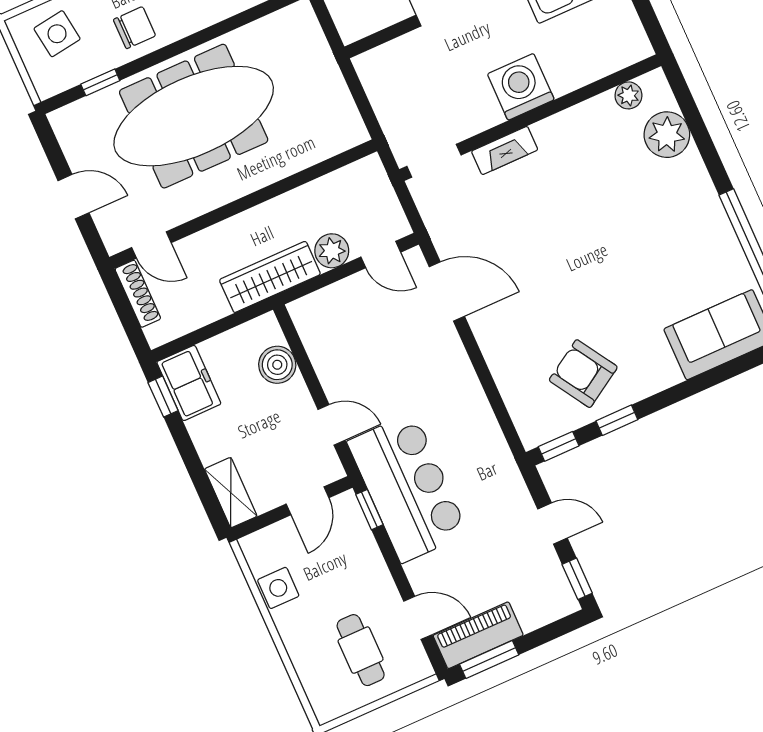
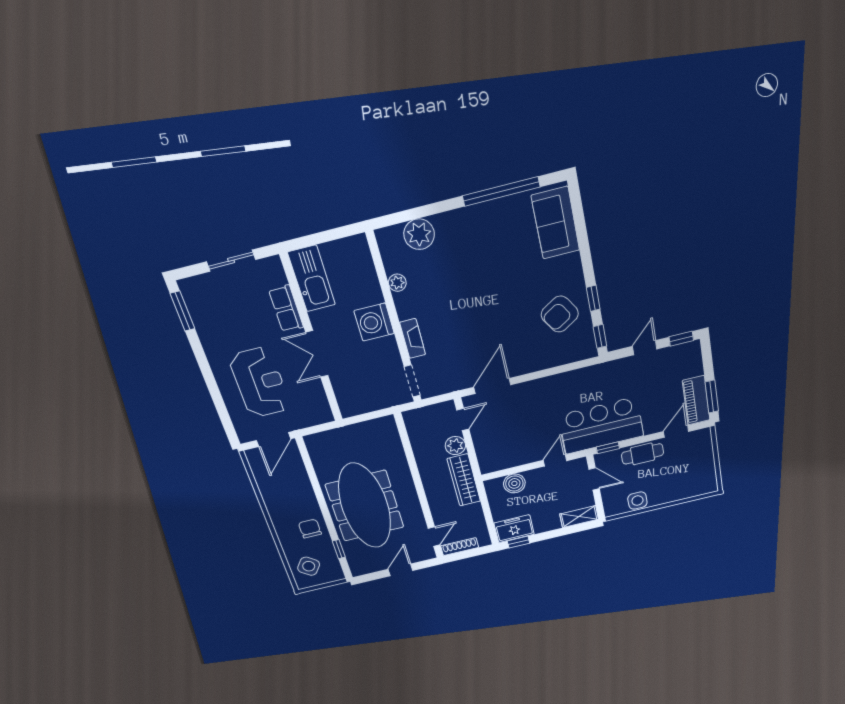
side table: (57, 34) -> (309, 566), turned 45
plant: (628, 95) -> (397, 283), moved
cafe table: (361, 650) -> (643, 454), moved

